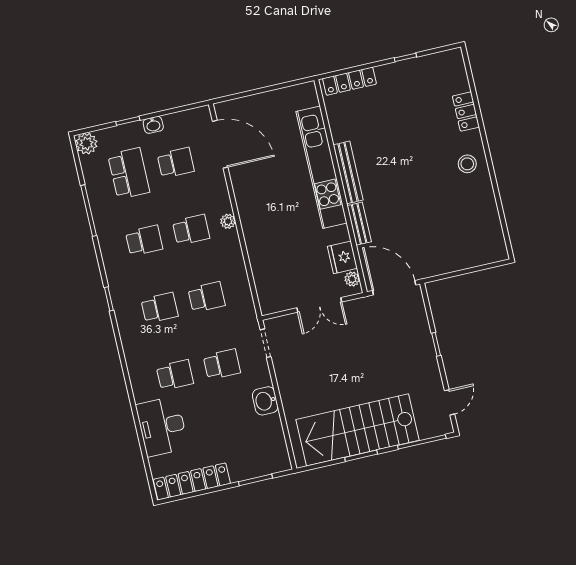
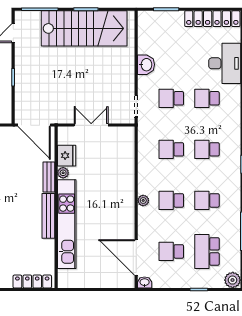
washbasin: (153, 125) -> (145, 282), moved
plant: (352, 279) -> (63, 173), moved

